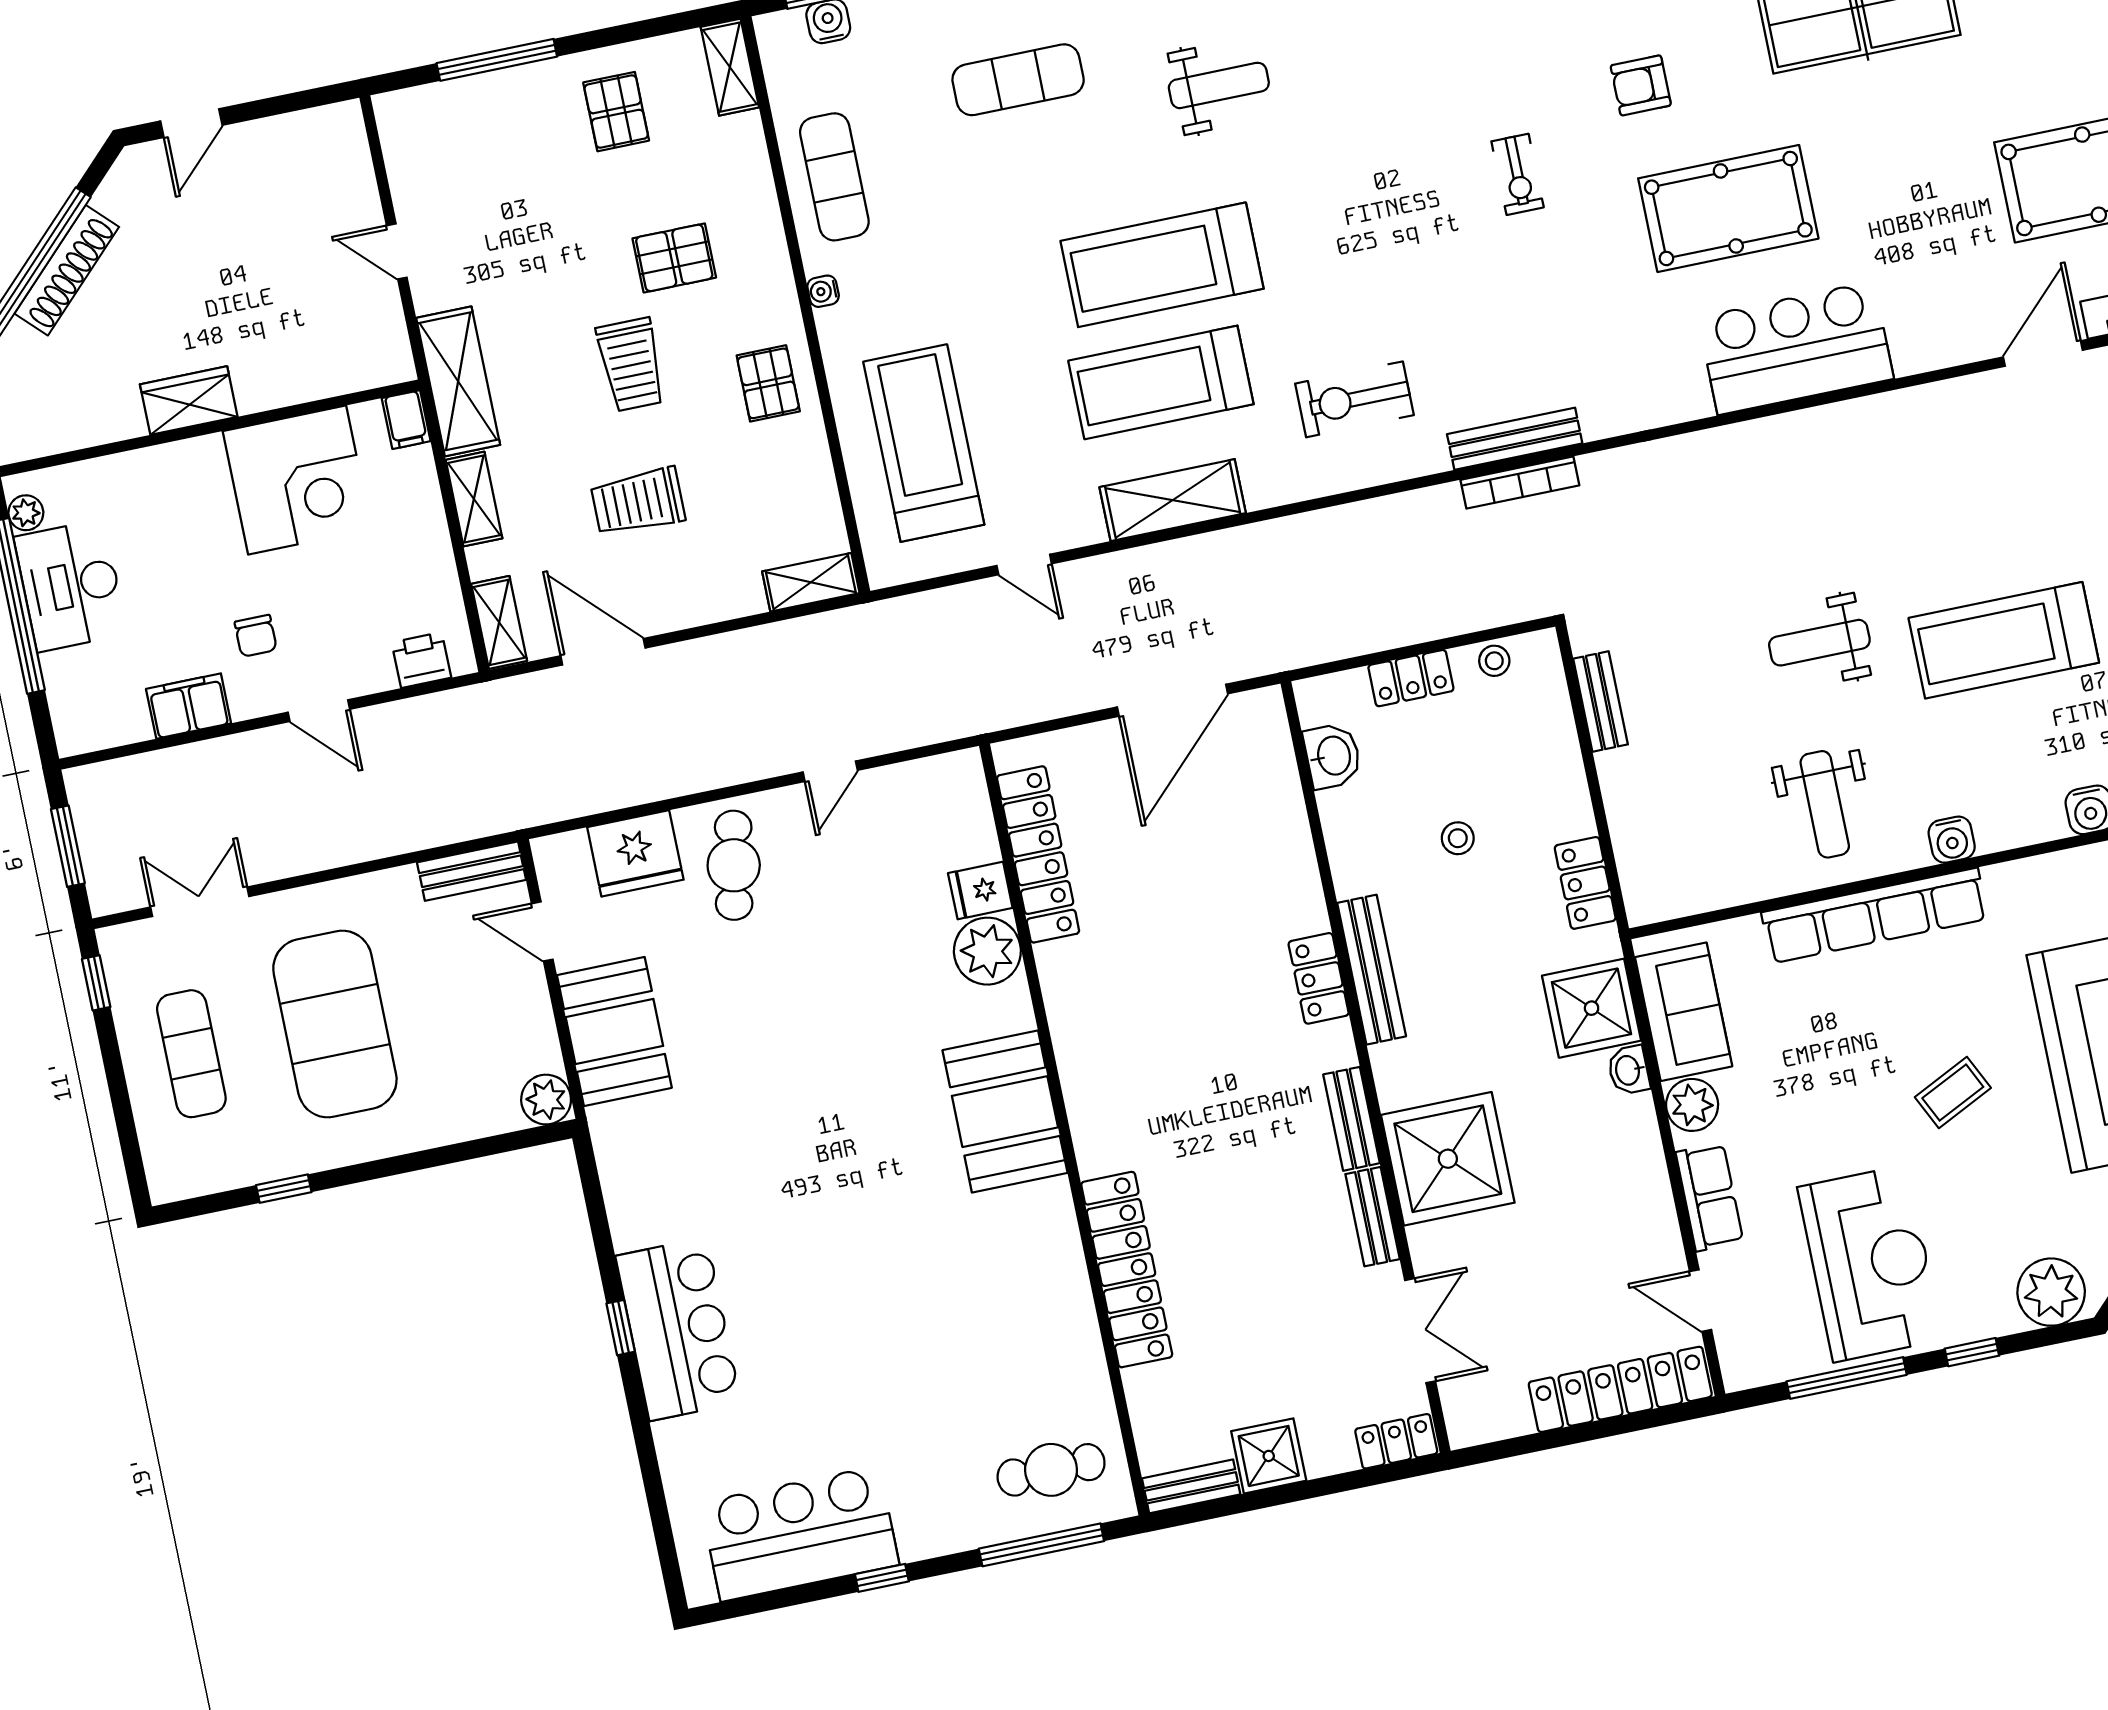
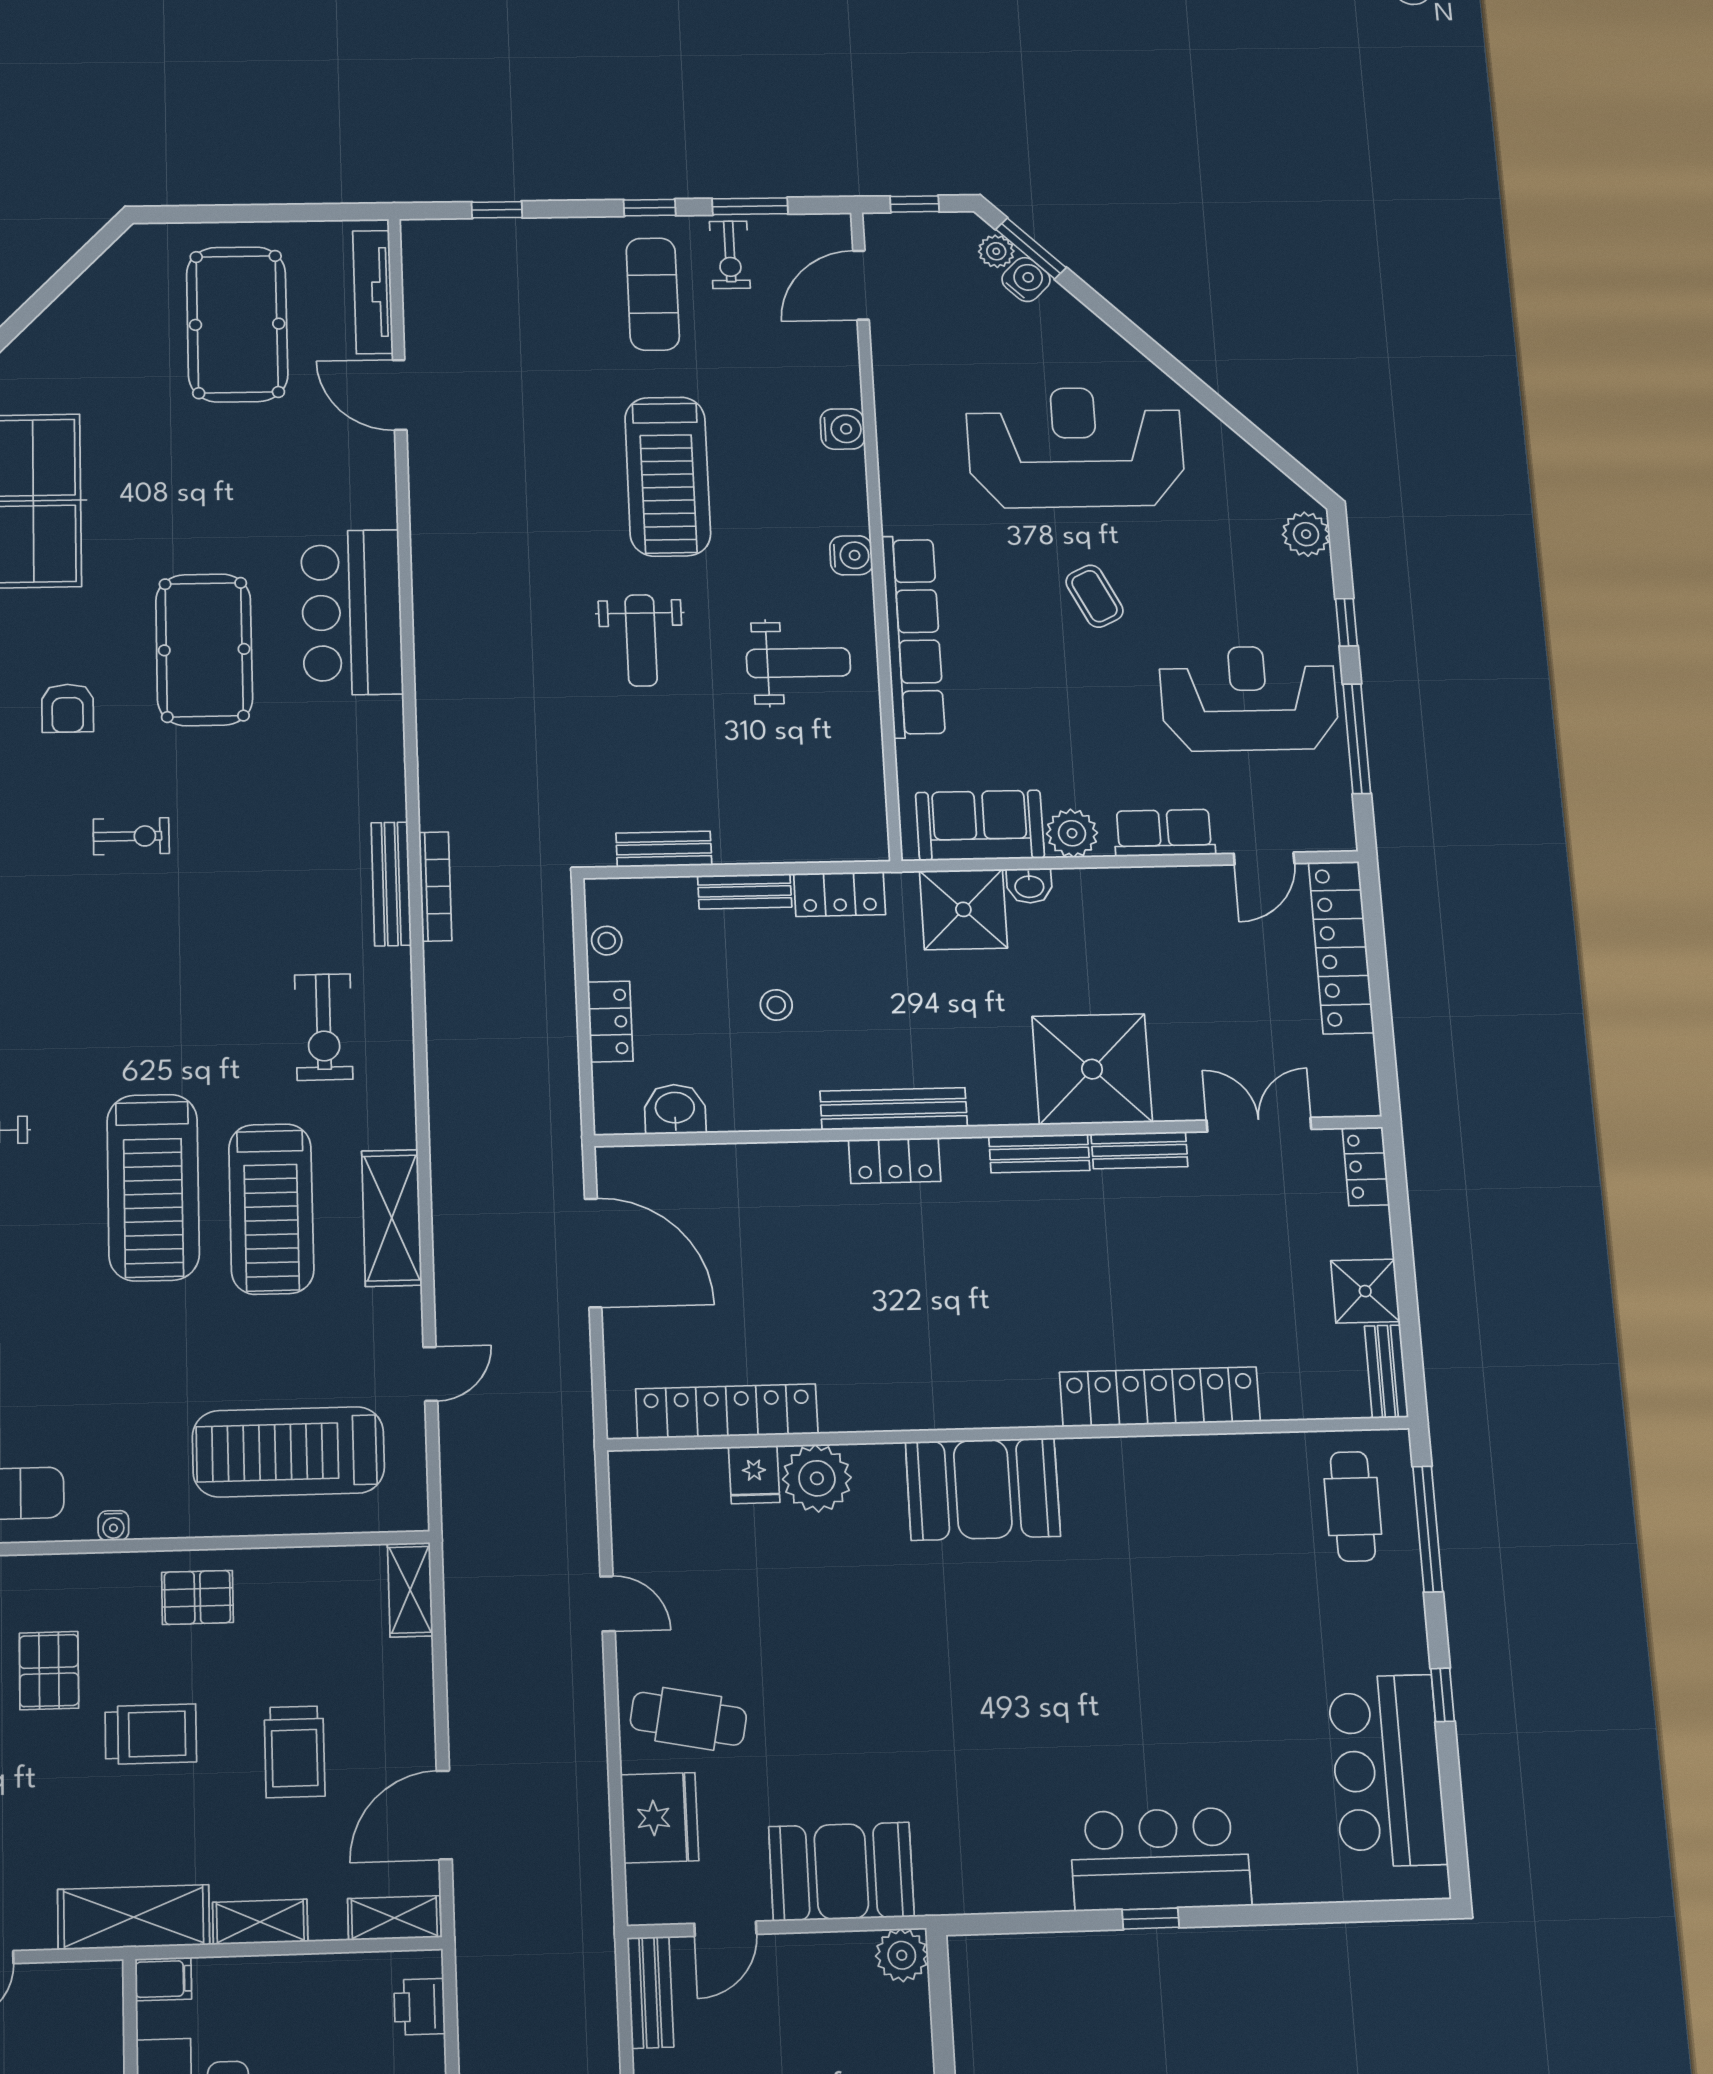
bench: (1571, 789) -> (745, 891), added
plant: (2051, 1292) -> (1306, 534), width x0.73, depth x0.73

